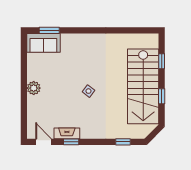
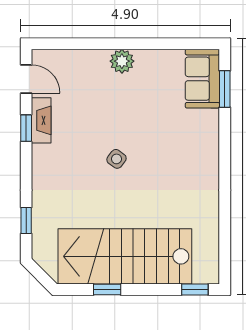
window: (162, 61) -> (195, 289), moved
door: (44, 142) -> (26, 79), hinge flipped

